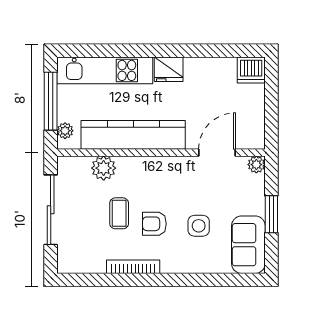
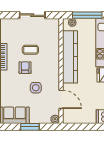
plant: (104, 168) -> (53, 42), removed
sliding door: (51, 210) -> (32, 15), width x0.73
side table: (199, 226) -> (36, 88), moved

